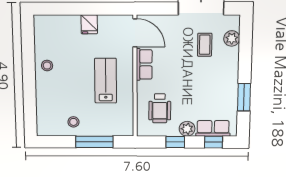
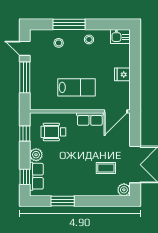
kitchen sink: (42, 27) -> (120, 36), added
plant: (232, 38) -> (124, 190), moved
window: (29, 90) -> (69, 24), added
stool: (73, 122) -> (59, 43), moved
door: (60, 142) -> (25, 48), added
window: (175, 142) -> (25, 133), moved

